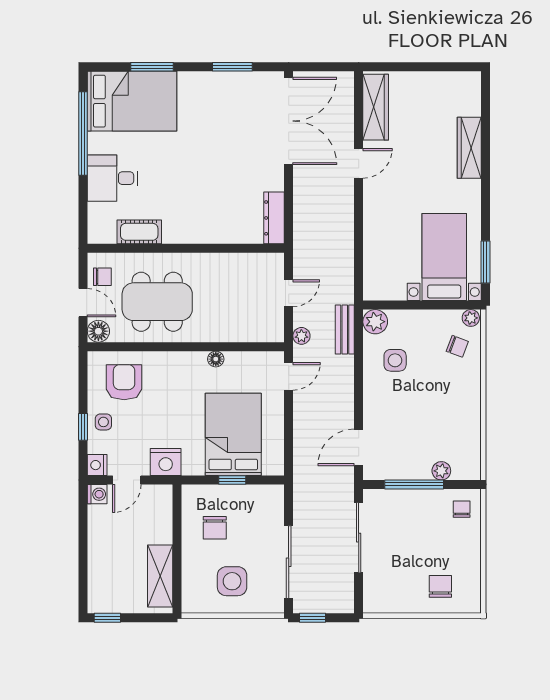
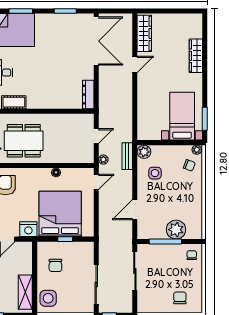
bed: (233, 434) -> (60, 214), width x1.36
door: (359, 447) -> (135, 210), moved
plant: (441, 471) -> (176, 230), width x1.87, depth x1.87
side table: (232, 581) -> (48, 298), moved

